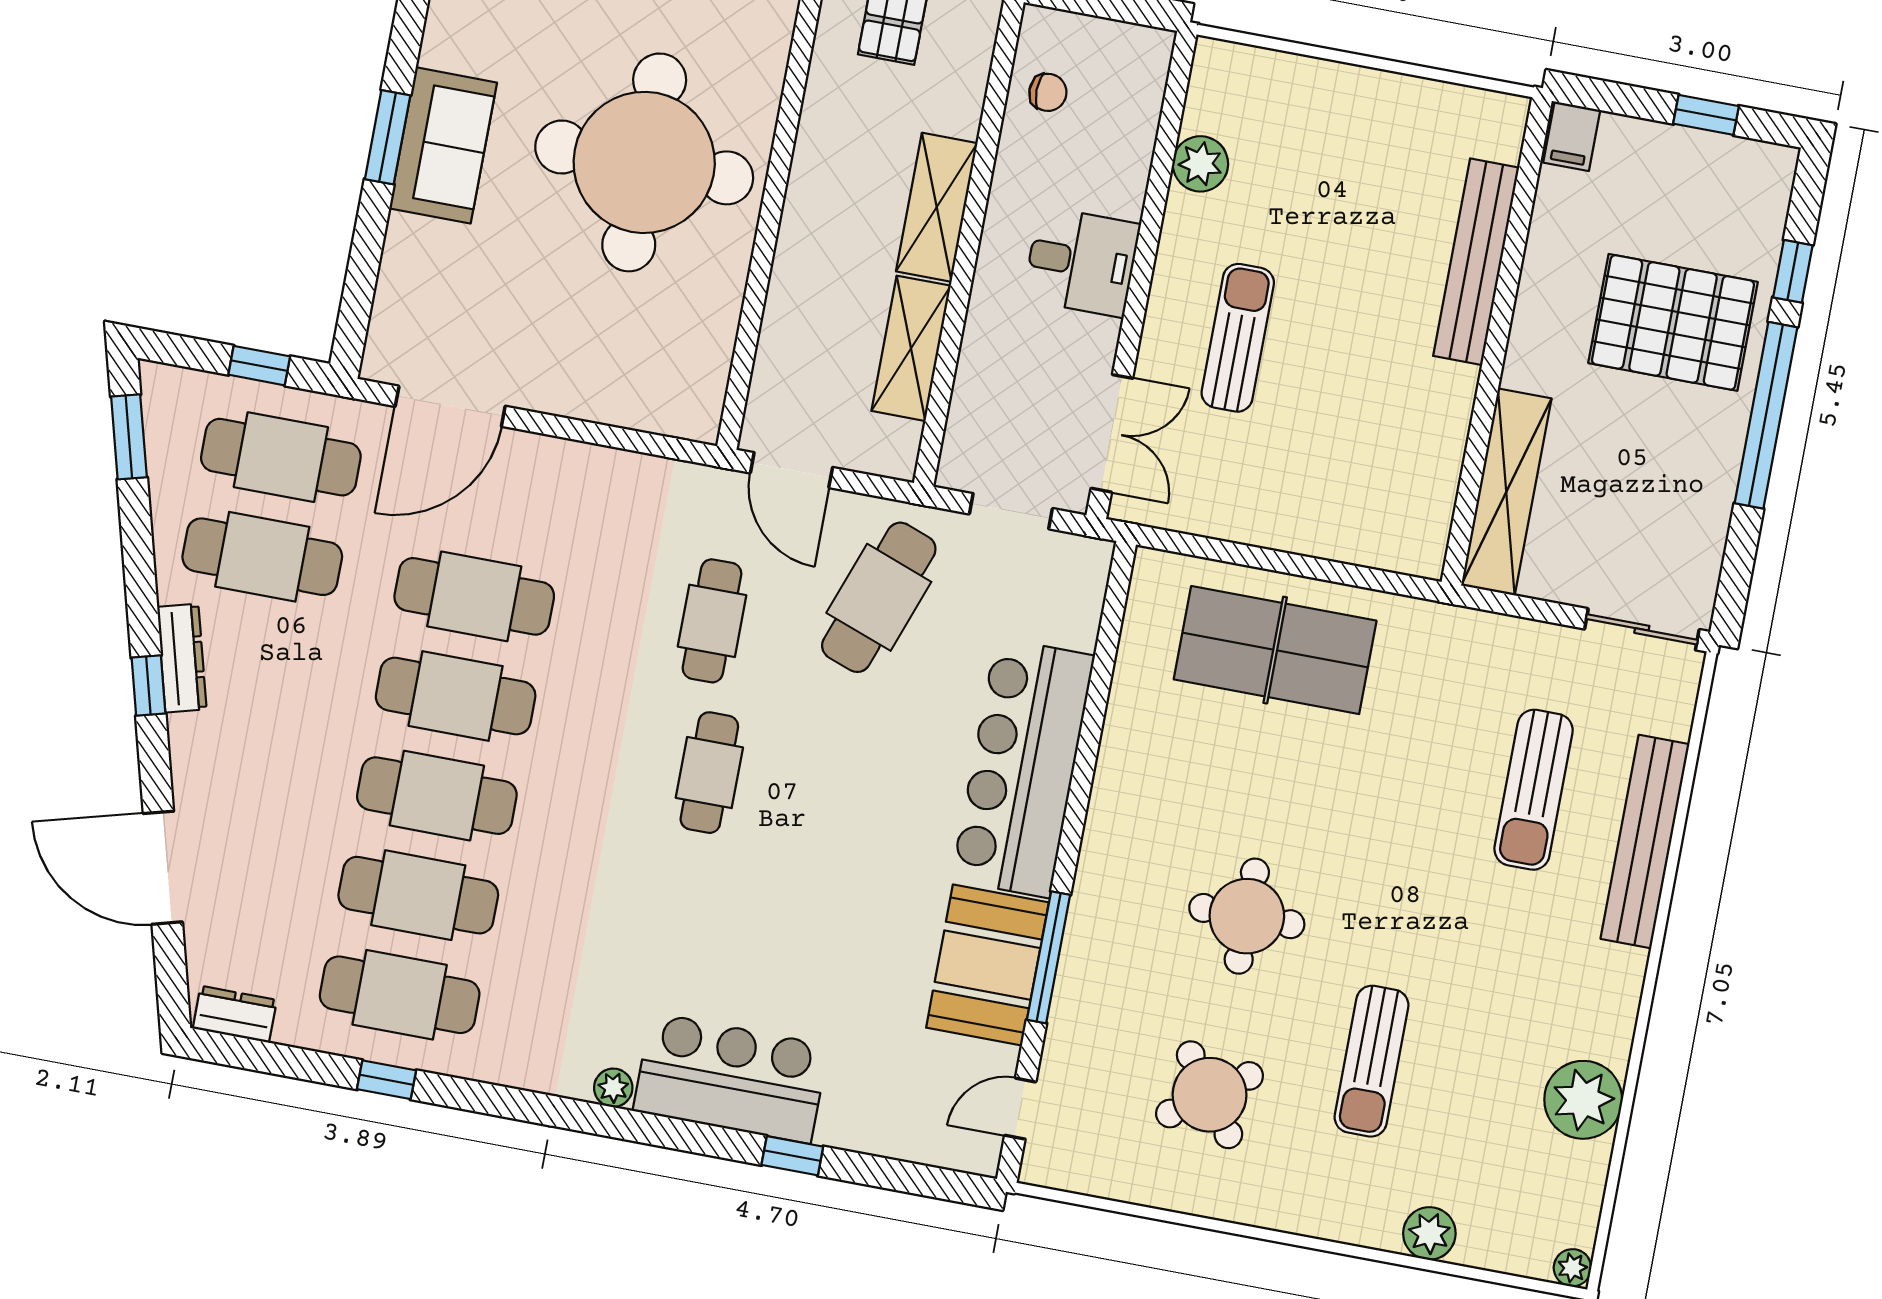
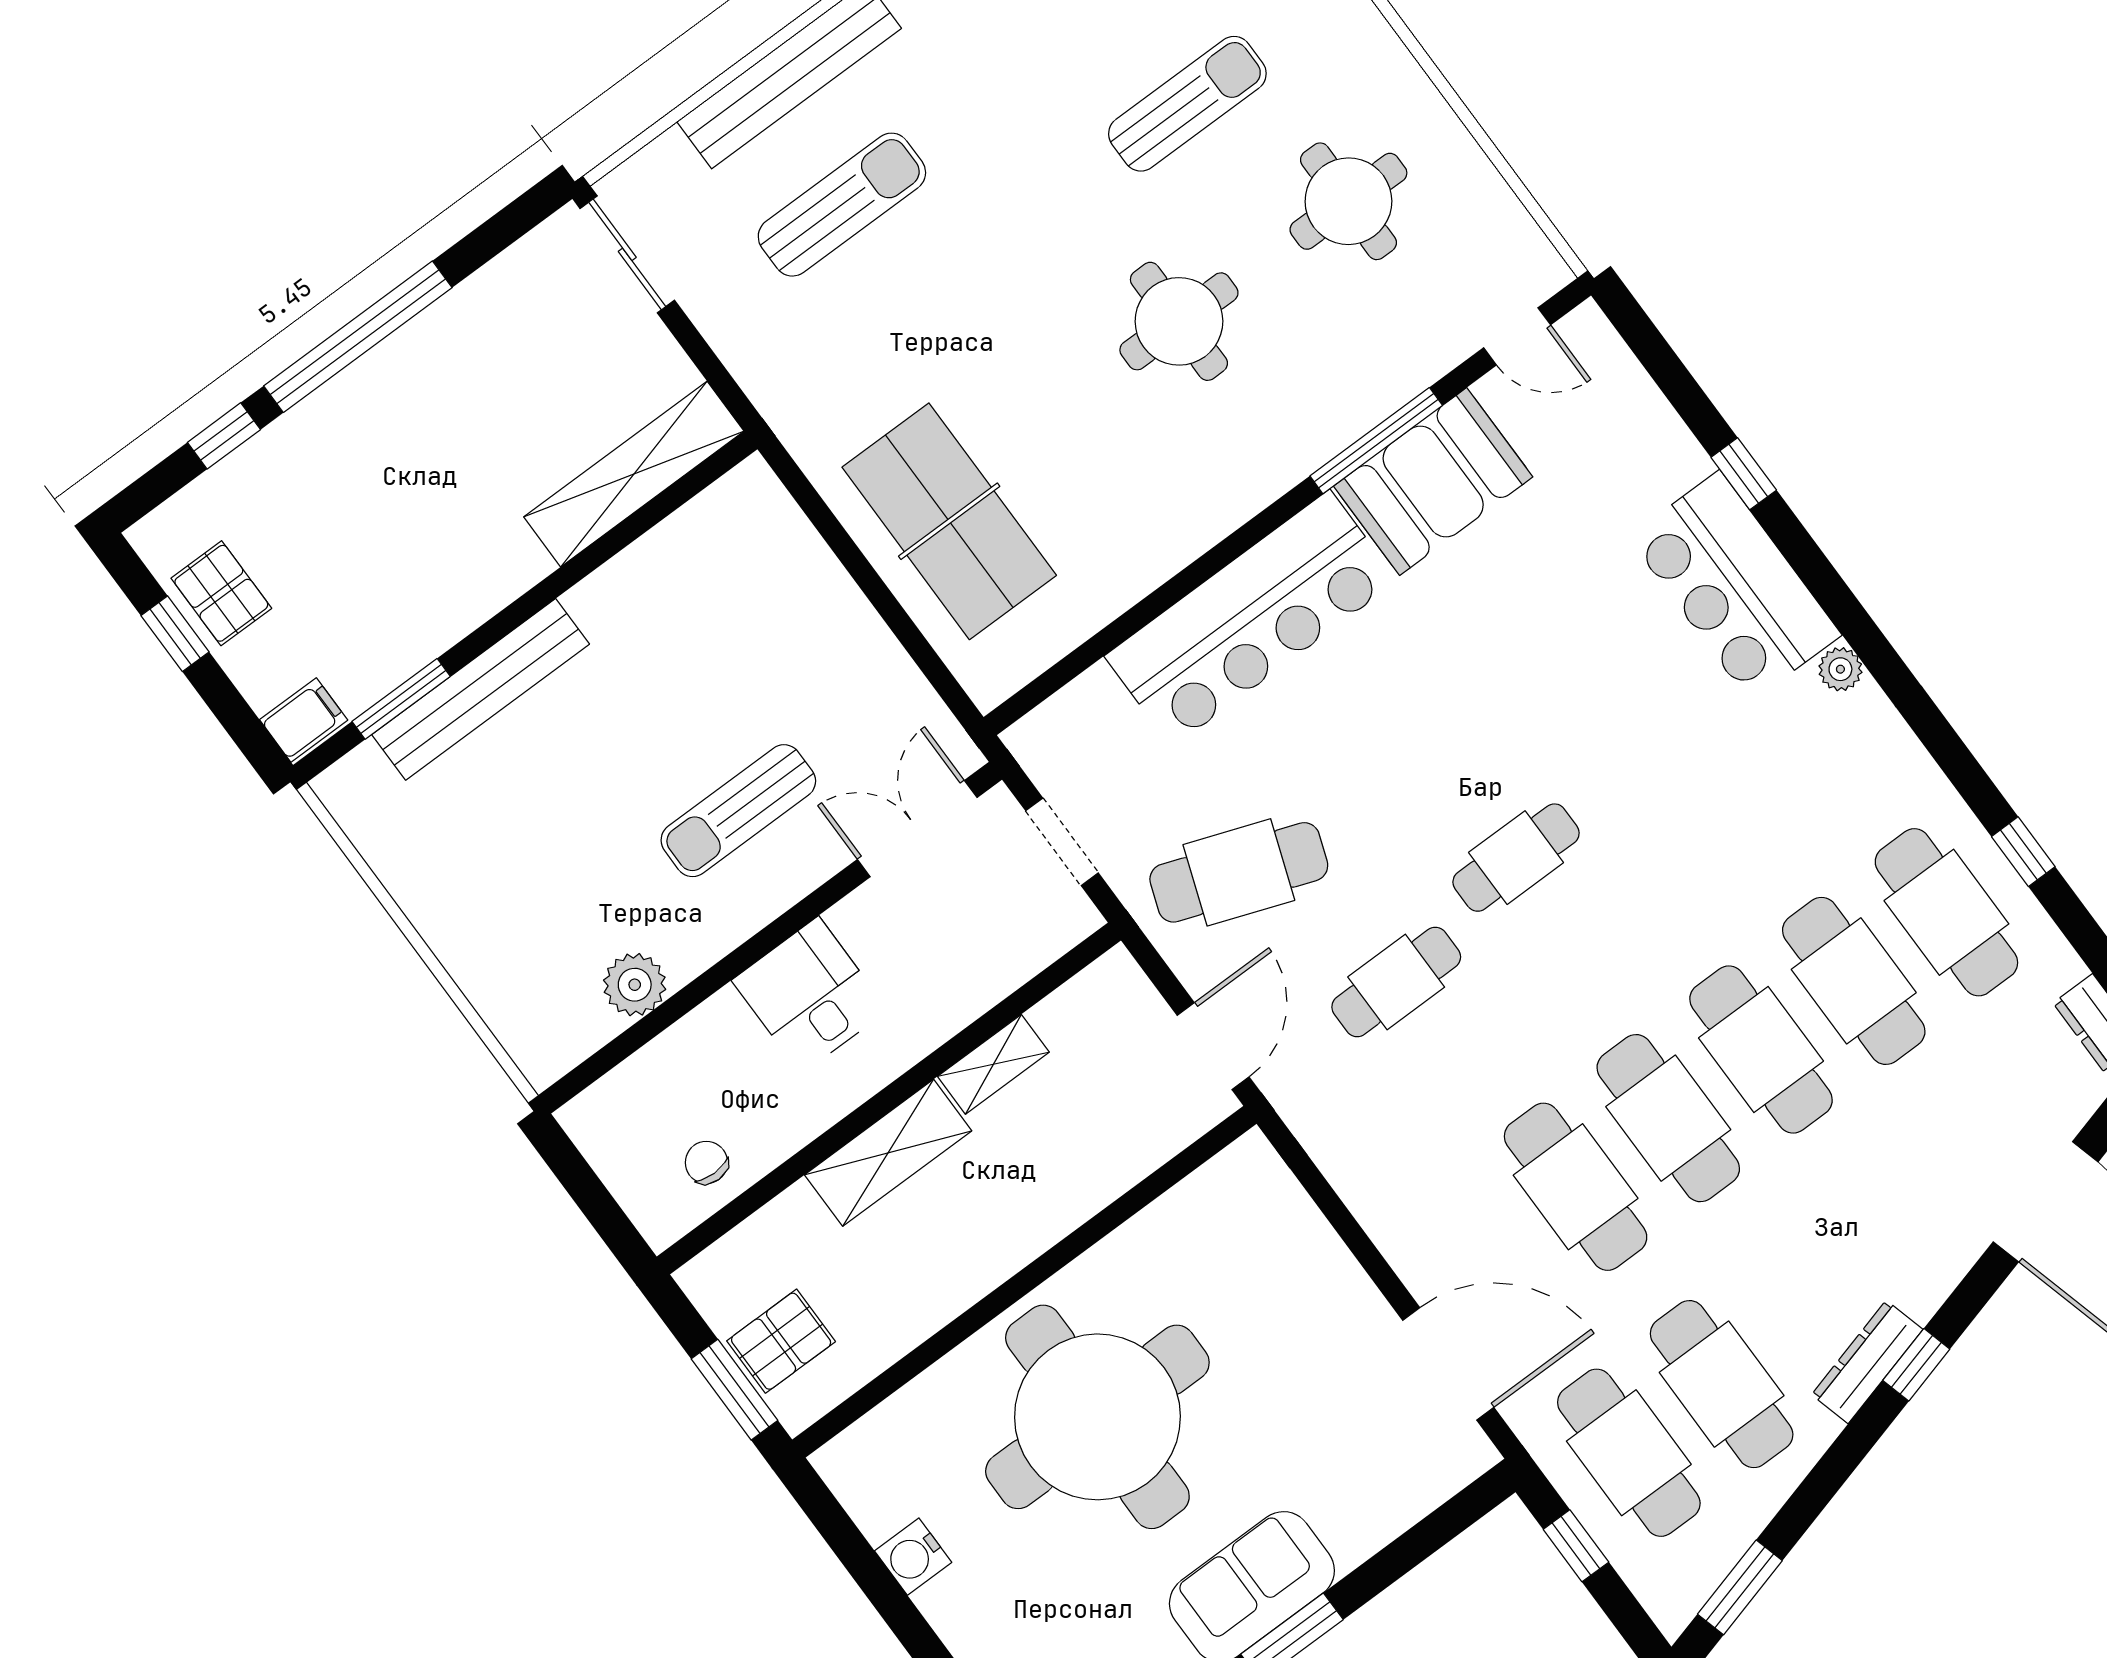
window: (1522, 208) -> (401, 699), added
pallet: (1673, 322) -> (221, 593), moved, width x0.49, depth x0.50
shelving: (911, 348) -> (993, 1064), width x0.67, depth x0.75
round table: (1210, 1095) -> (1348, 201), turned 36

